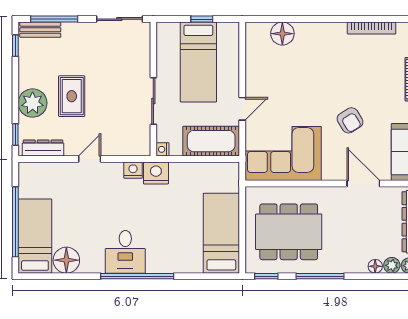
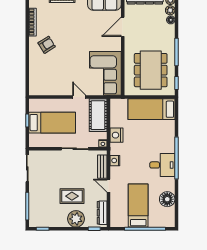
bench: (40, 30) -> (102, 167), moved
floor lamp: (282, 34) -> (36, 74), removed
armchair: (350, 120) -> (47, 45), moved
nightstand: (156, 173) -> (117, 135), moved
bed: (35, 236) -> (138, 206), moved, turned 90

